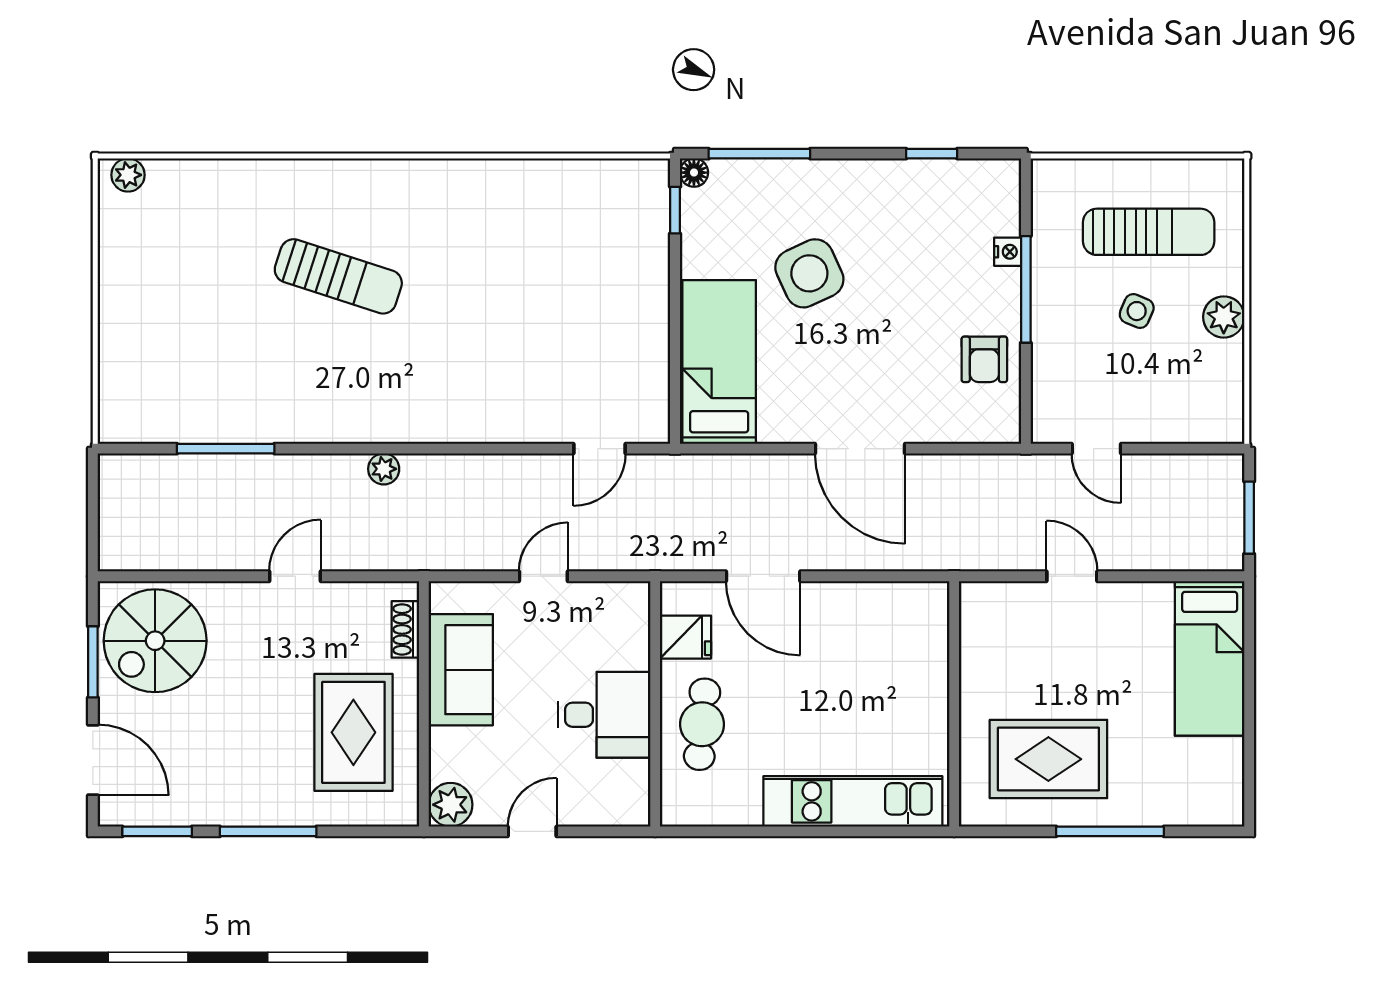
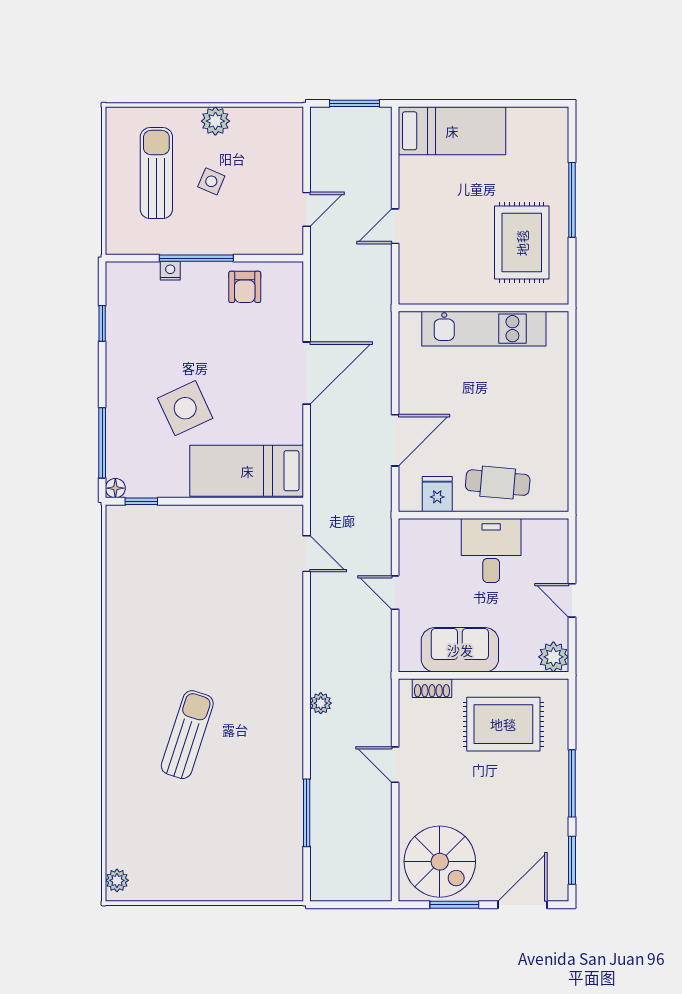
armchair: (984, 359) -> (245, 287), turned 90
kitchen unit: (853, 801) -> (484, 329), moved, turned -90

